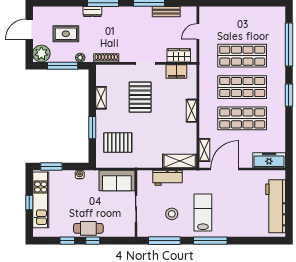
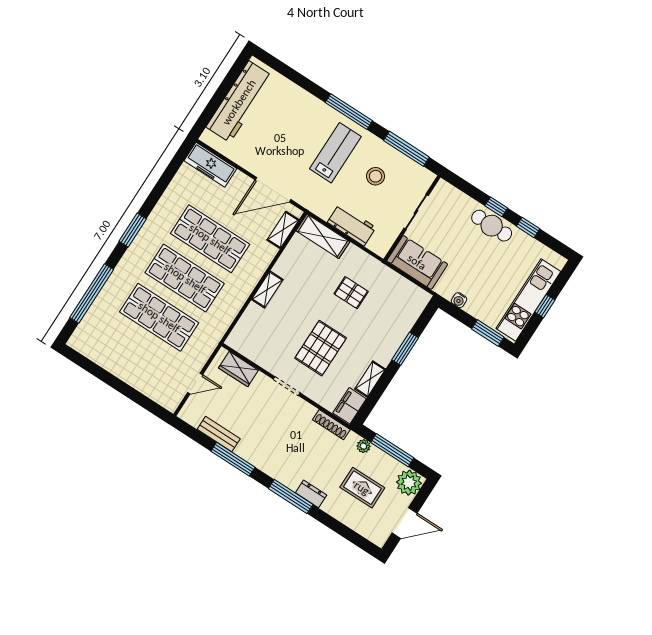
filing cabinet: (176, 71) -> (350, 406), moved, turned -90
pallet: (118, 143) -> (351, 293), moved, width x0.67, depth x0.71
lab bench: (203, 213) -> (335, 153), turned 180

